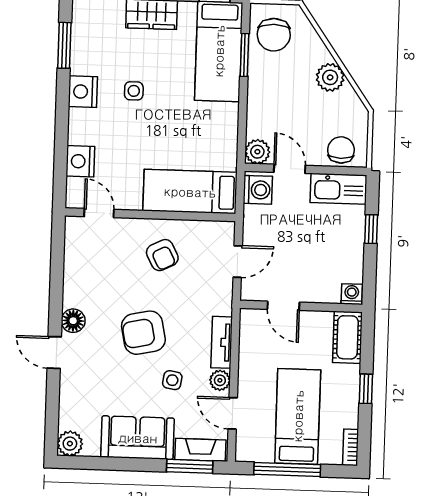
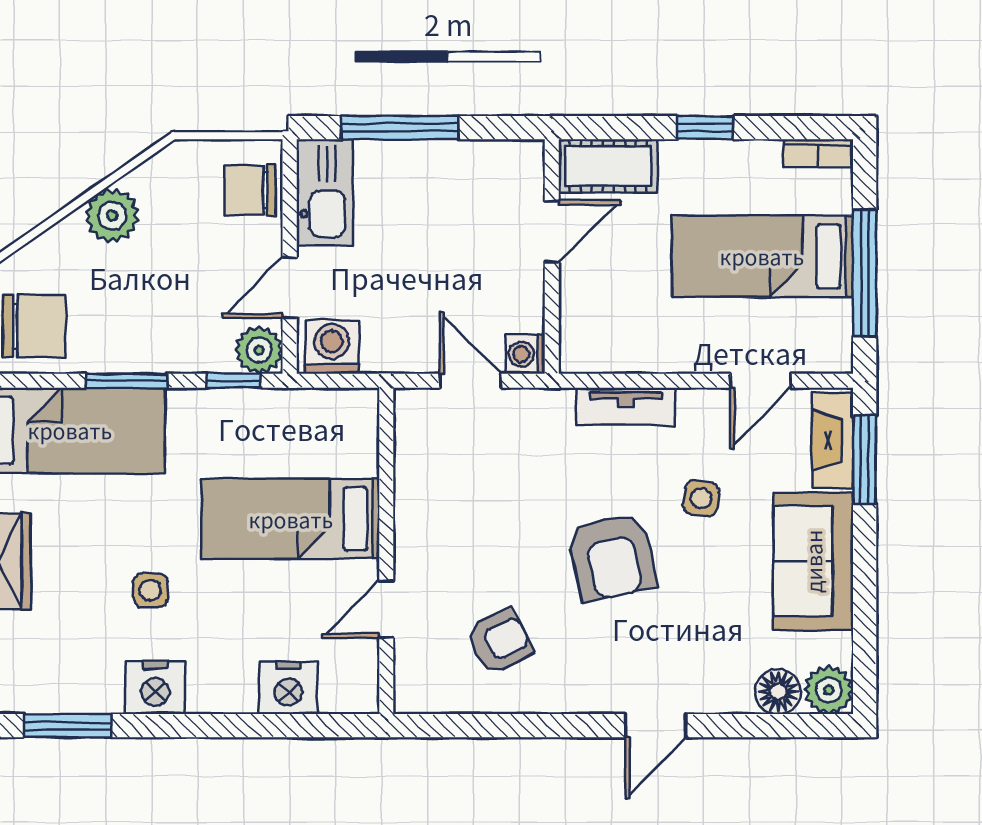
window: (245, 55) -> (126, 381), moved
window: (242, 138) -> (234, 381), added
bed: (190, 192) -> (291, 519), moved, turned 90
door: (99, 213) -> (386, 609), moved
window: (371, 229) -> (400, 128), width x2.17
armchair: (162, 255) -> (500, 642), moved
washing machine: (352, 294) -> (525, 354), moved
door: (283, 306) -> (552, 231), moved
floor lamp: (73, 321) -> (778, 692), moved
plant: (220, 380) -> (698, 407), removed

